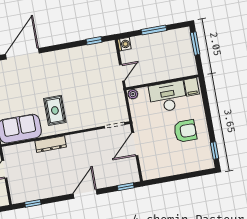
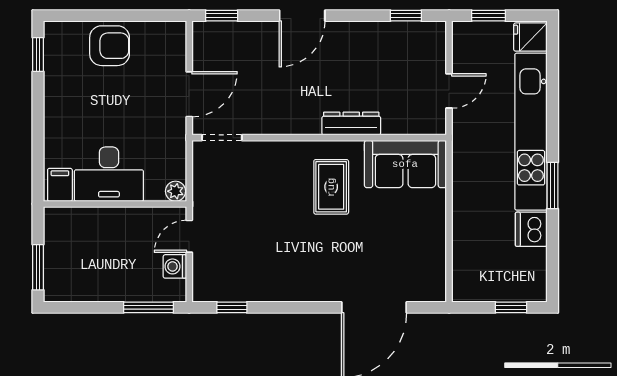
window: (154, 30) -> (149, 307), moved
washing machine: (124, 44) -> (175, 266), moved
armchair: (185, 131) -> (110, 46), moved, turned 180

